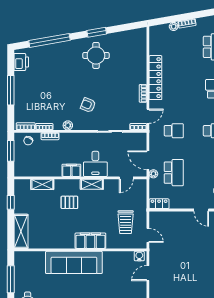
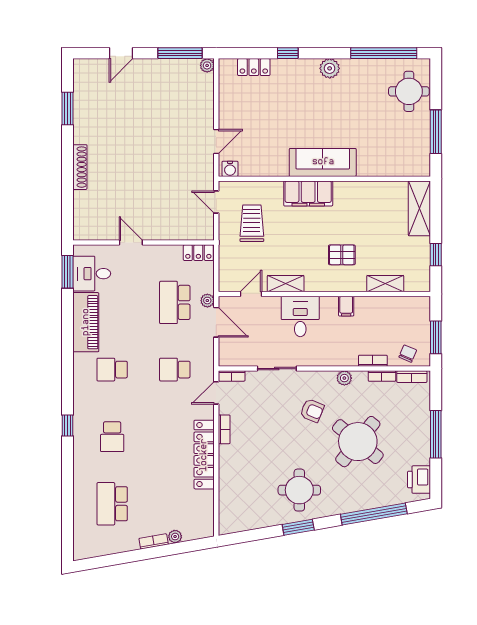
round table: (59, 86) -> (358, 442), added
filing cabinet: (71, 170) -> (346, 306), width x0.50
shelving: (92, 184) -> (286, 284), moved
sofa: (74, 262) -> (323, 162), width x0.74, depth x0.79

